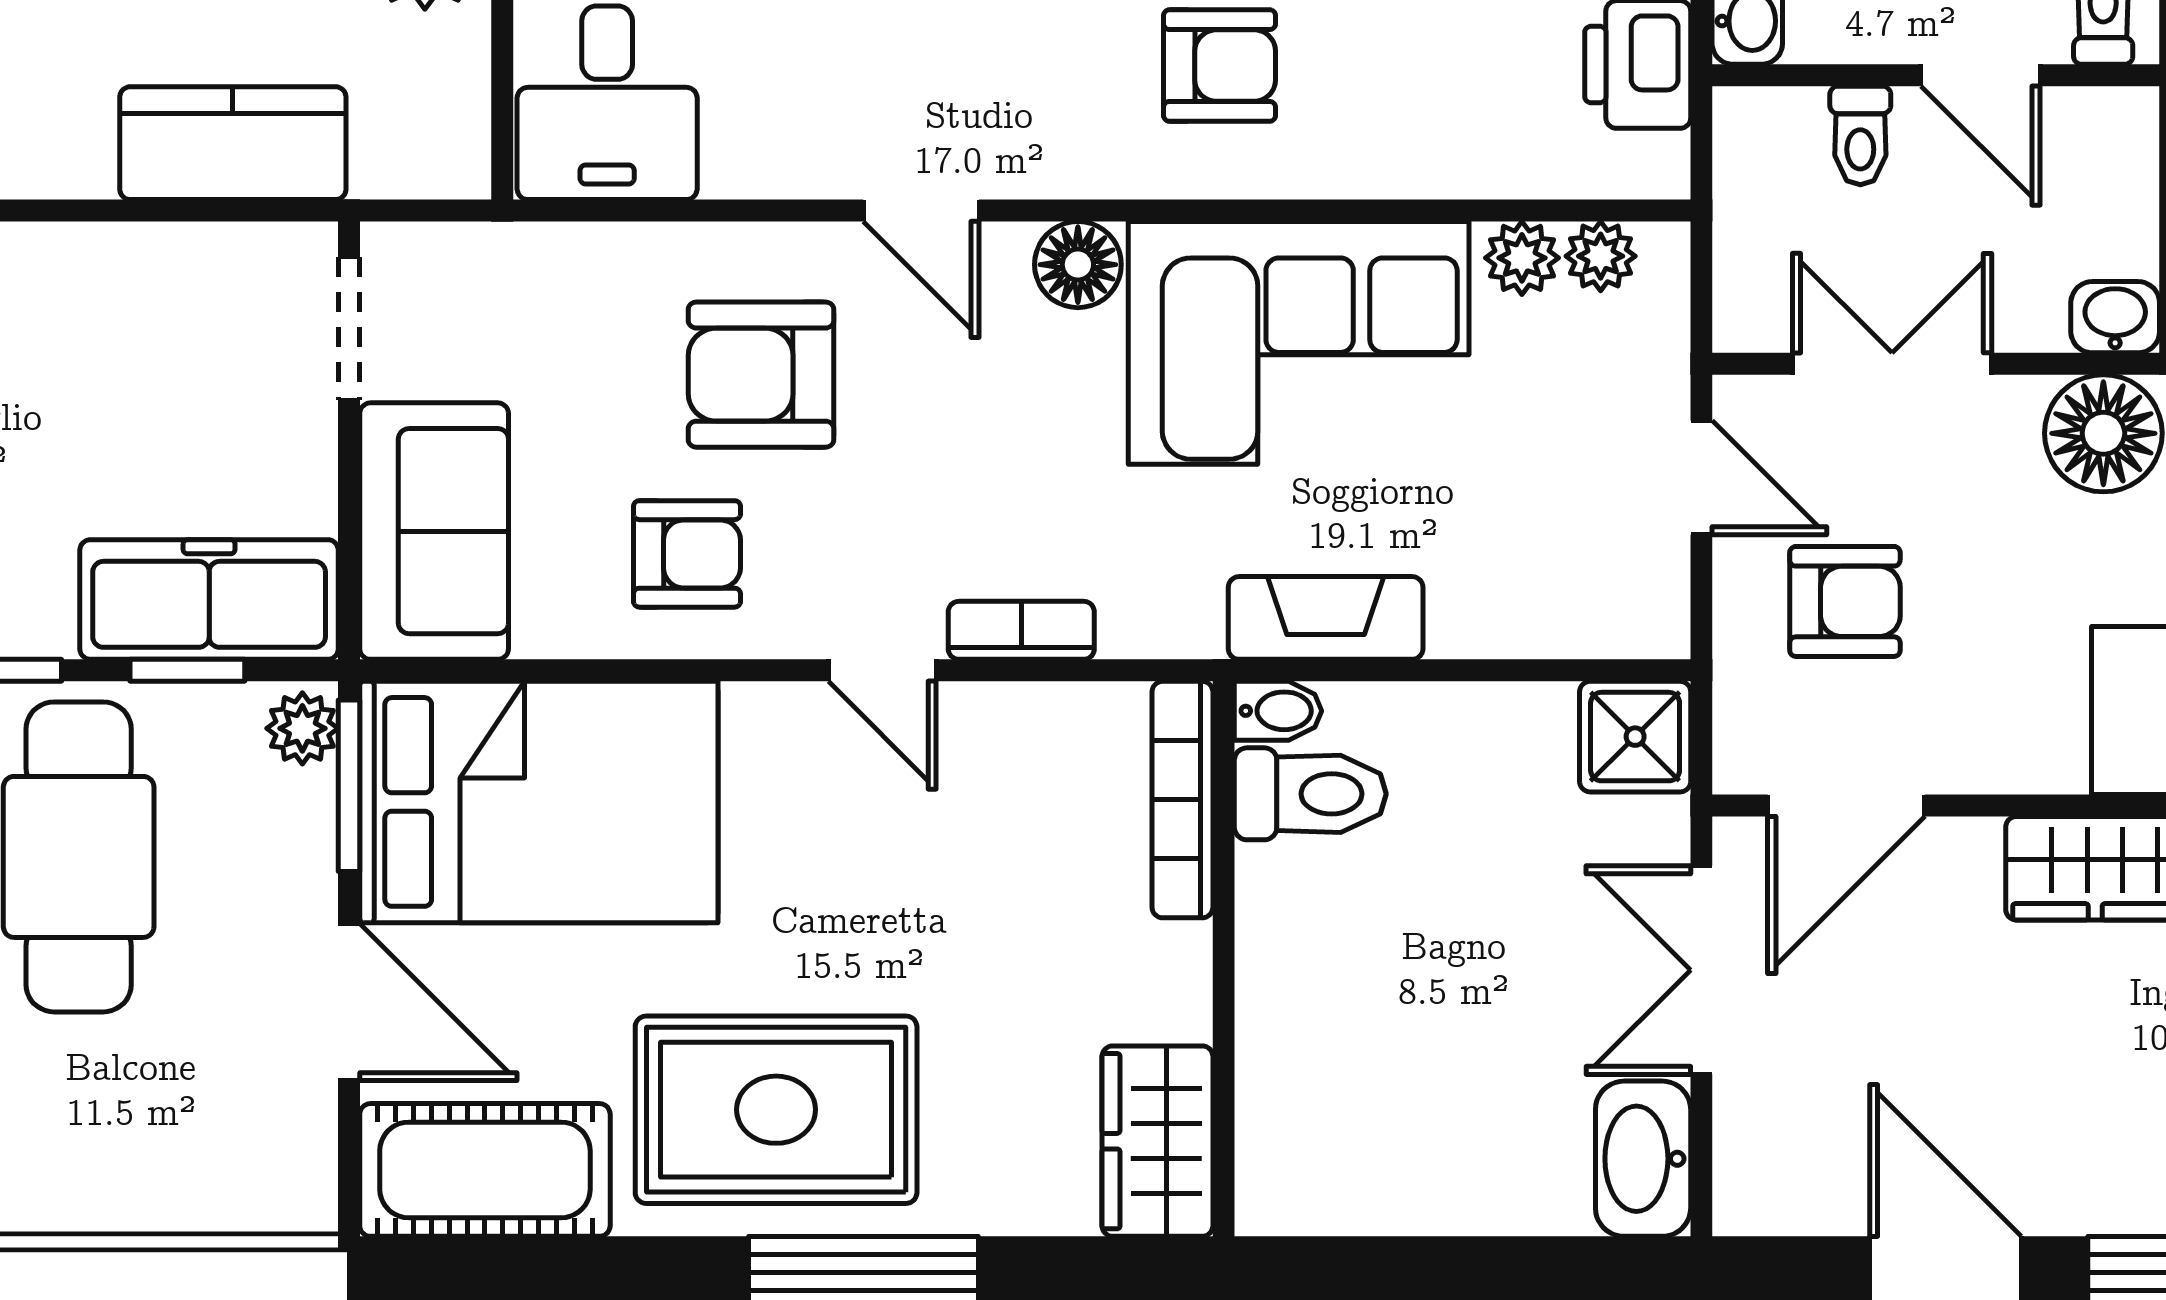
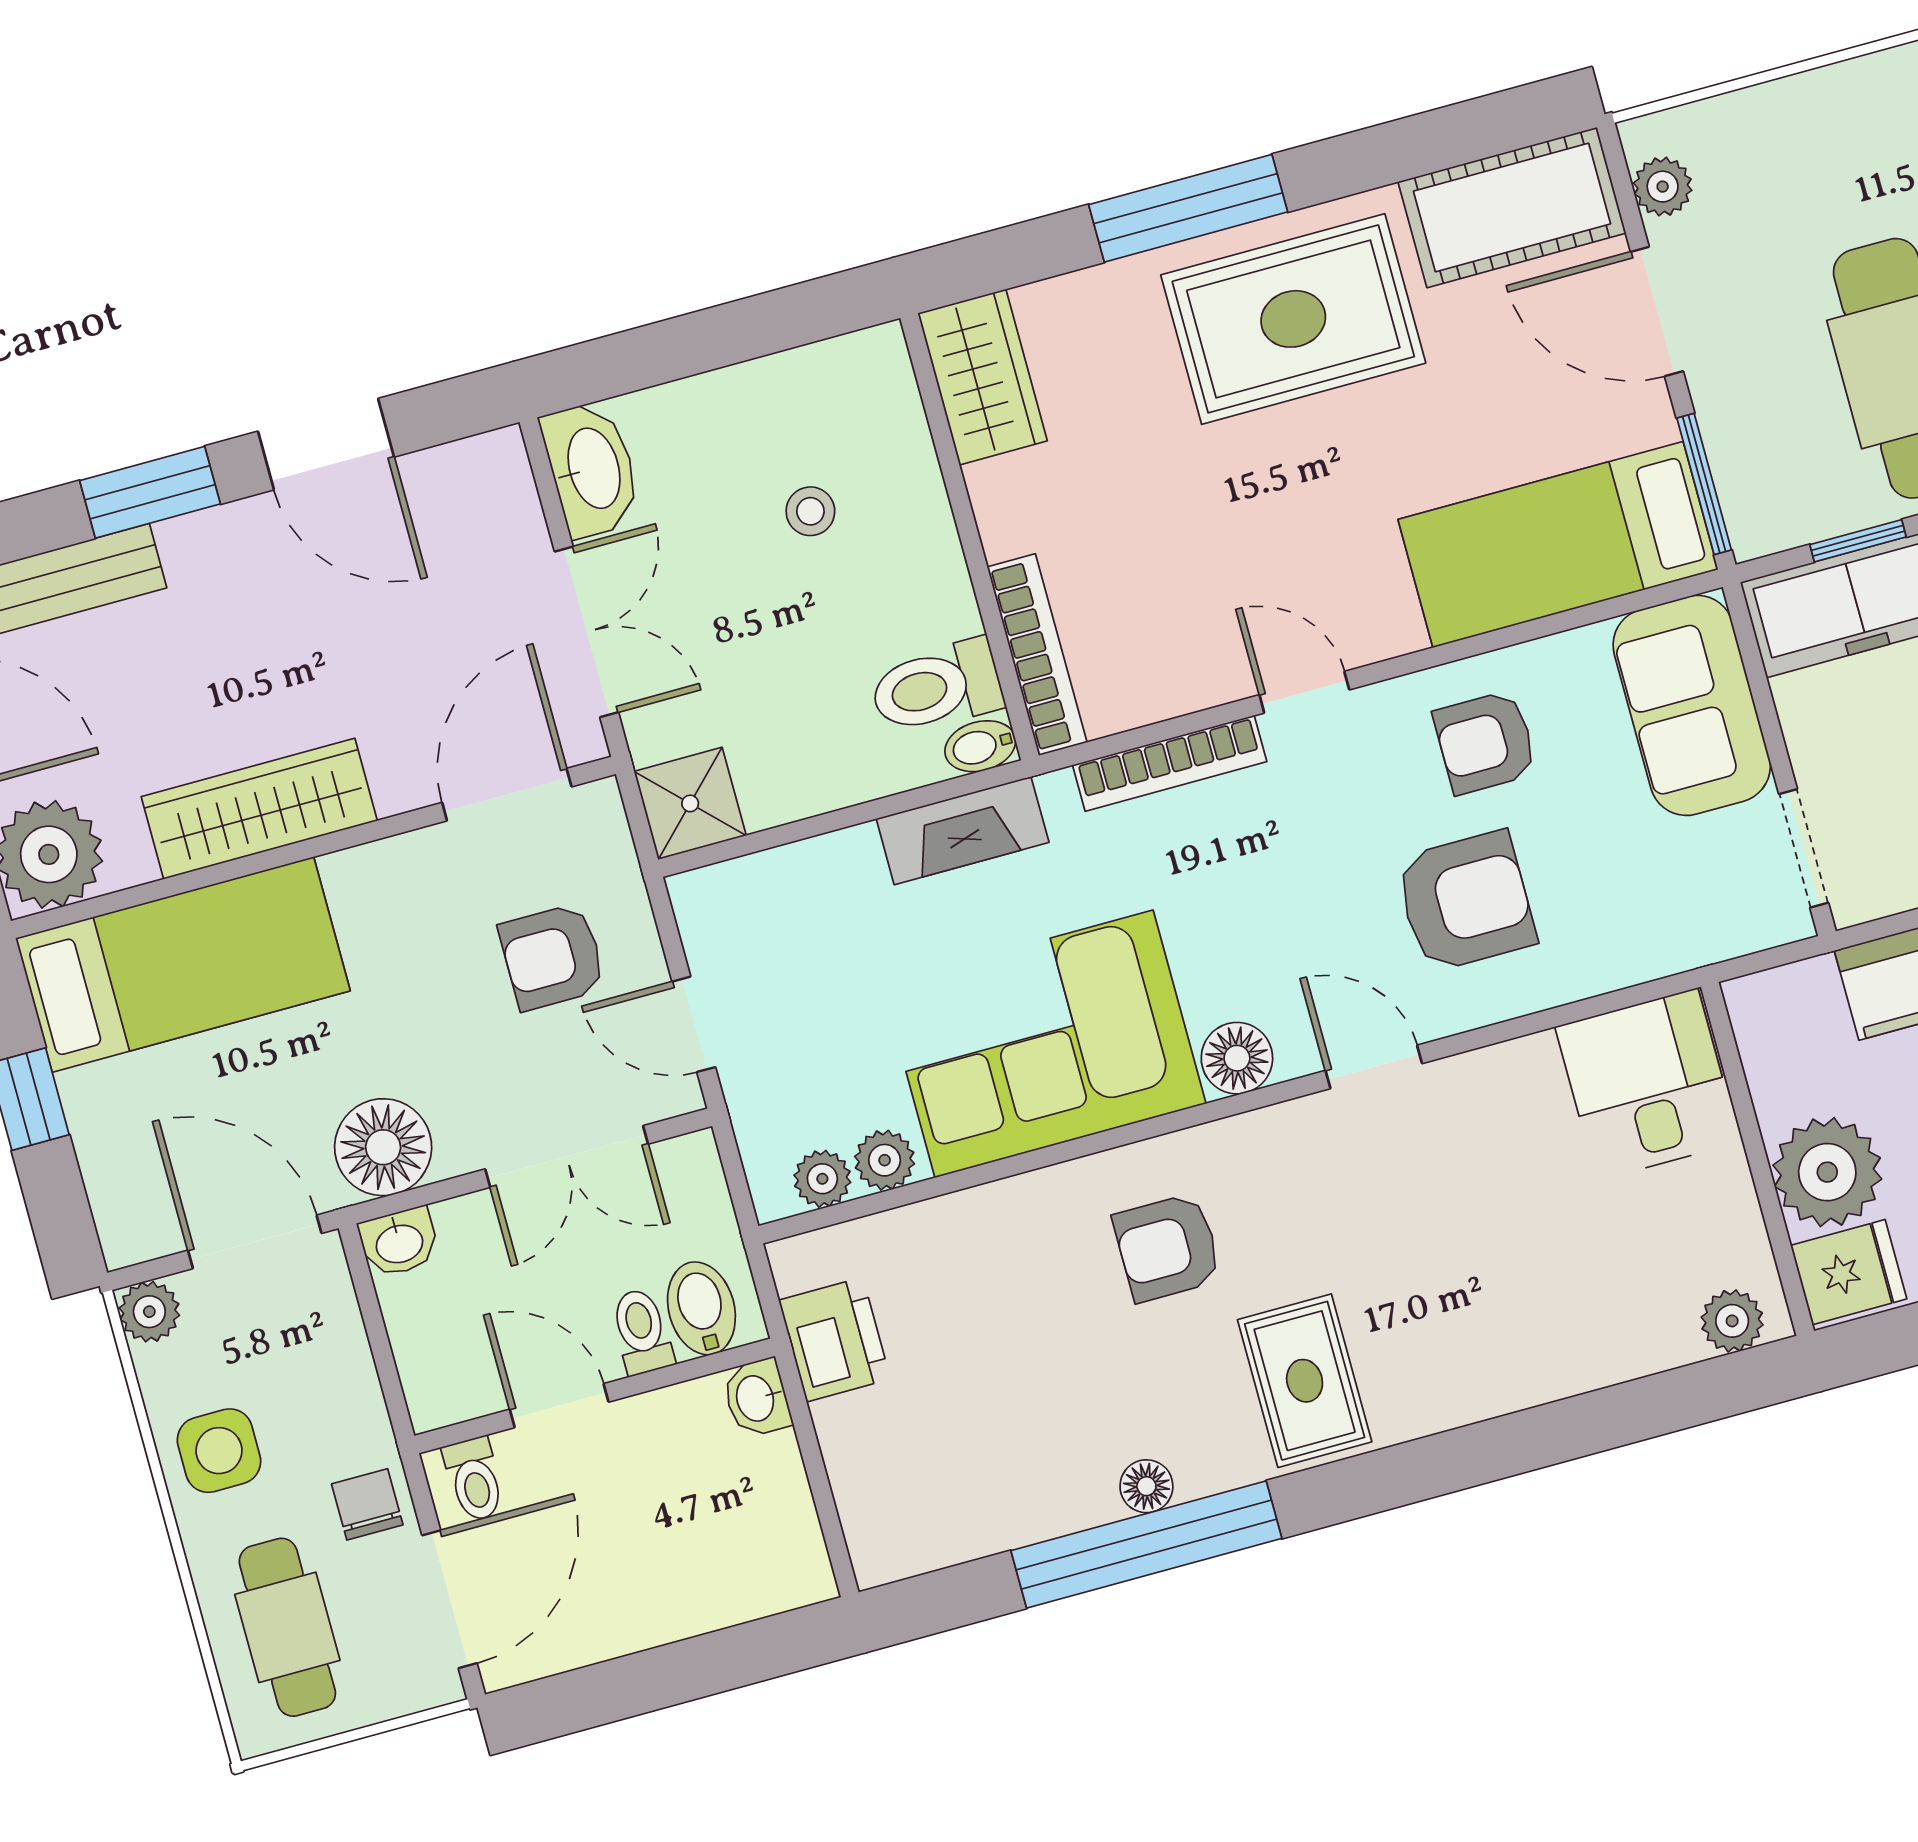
bidet: (1783, 143) -> (701, 1308), added
bookcase: (1021, 630) -> (1170, 763), width x1.56
plant: (302, 728) -> (1663, 187), moved
bed: (539, 802) -> (1558, 545), width x0.67
stool: (1401, 1039) -> (810, 511), added

